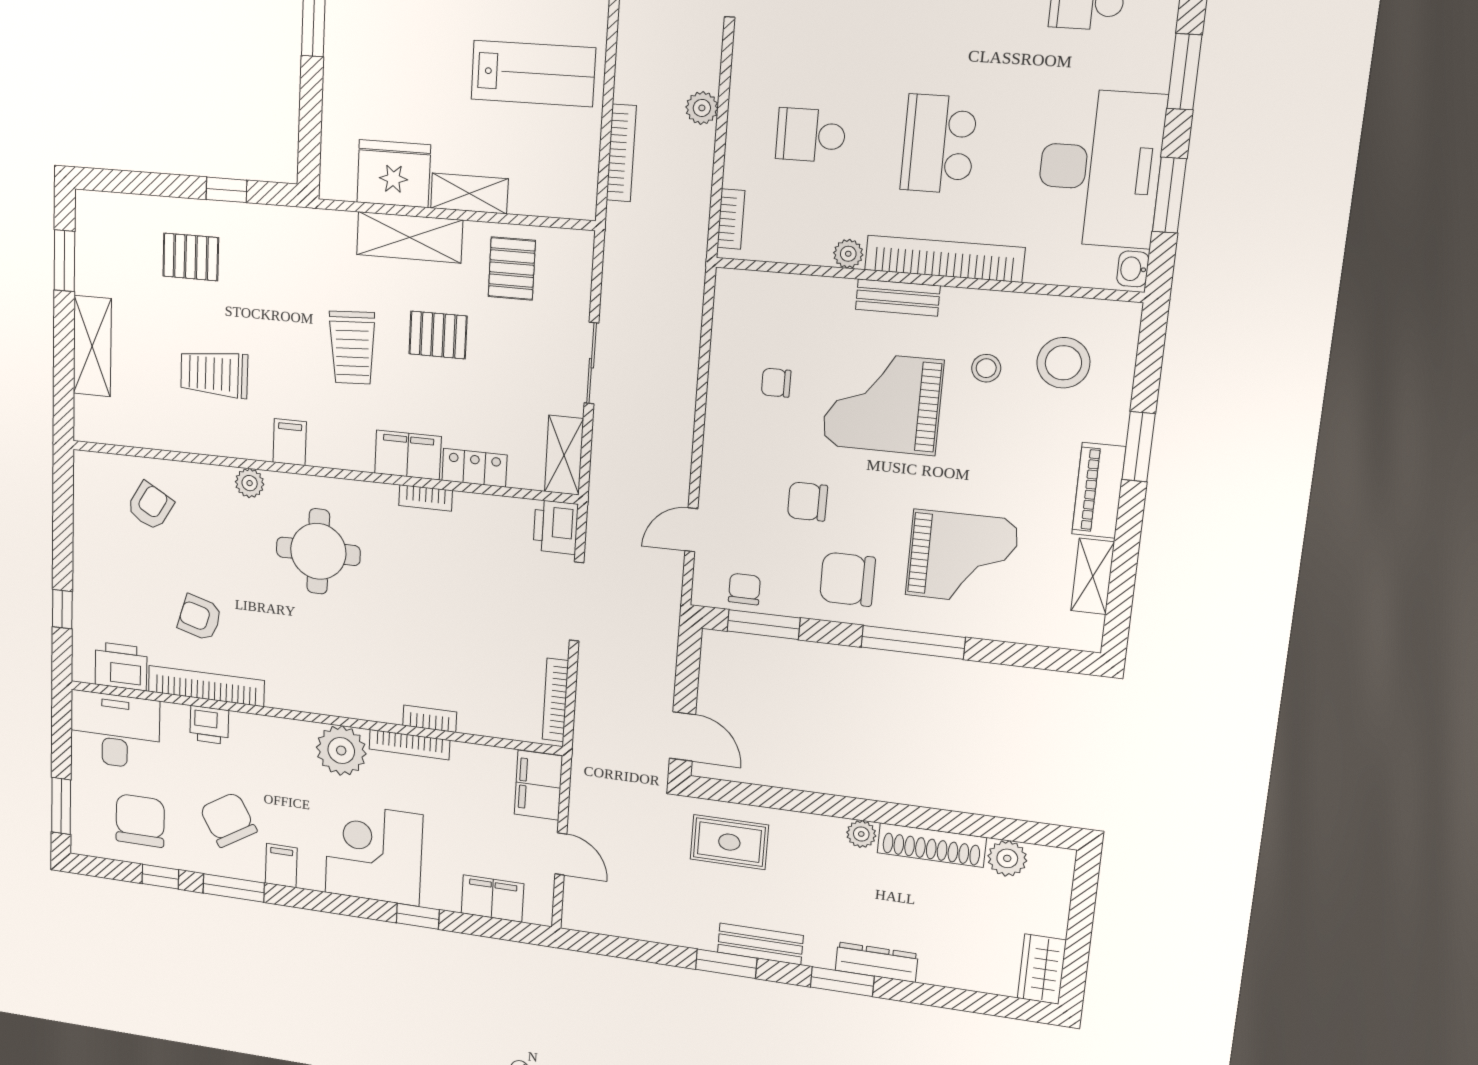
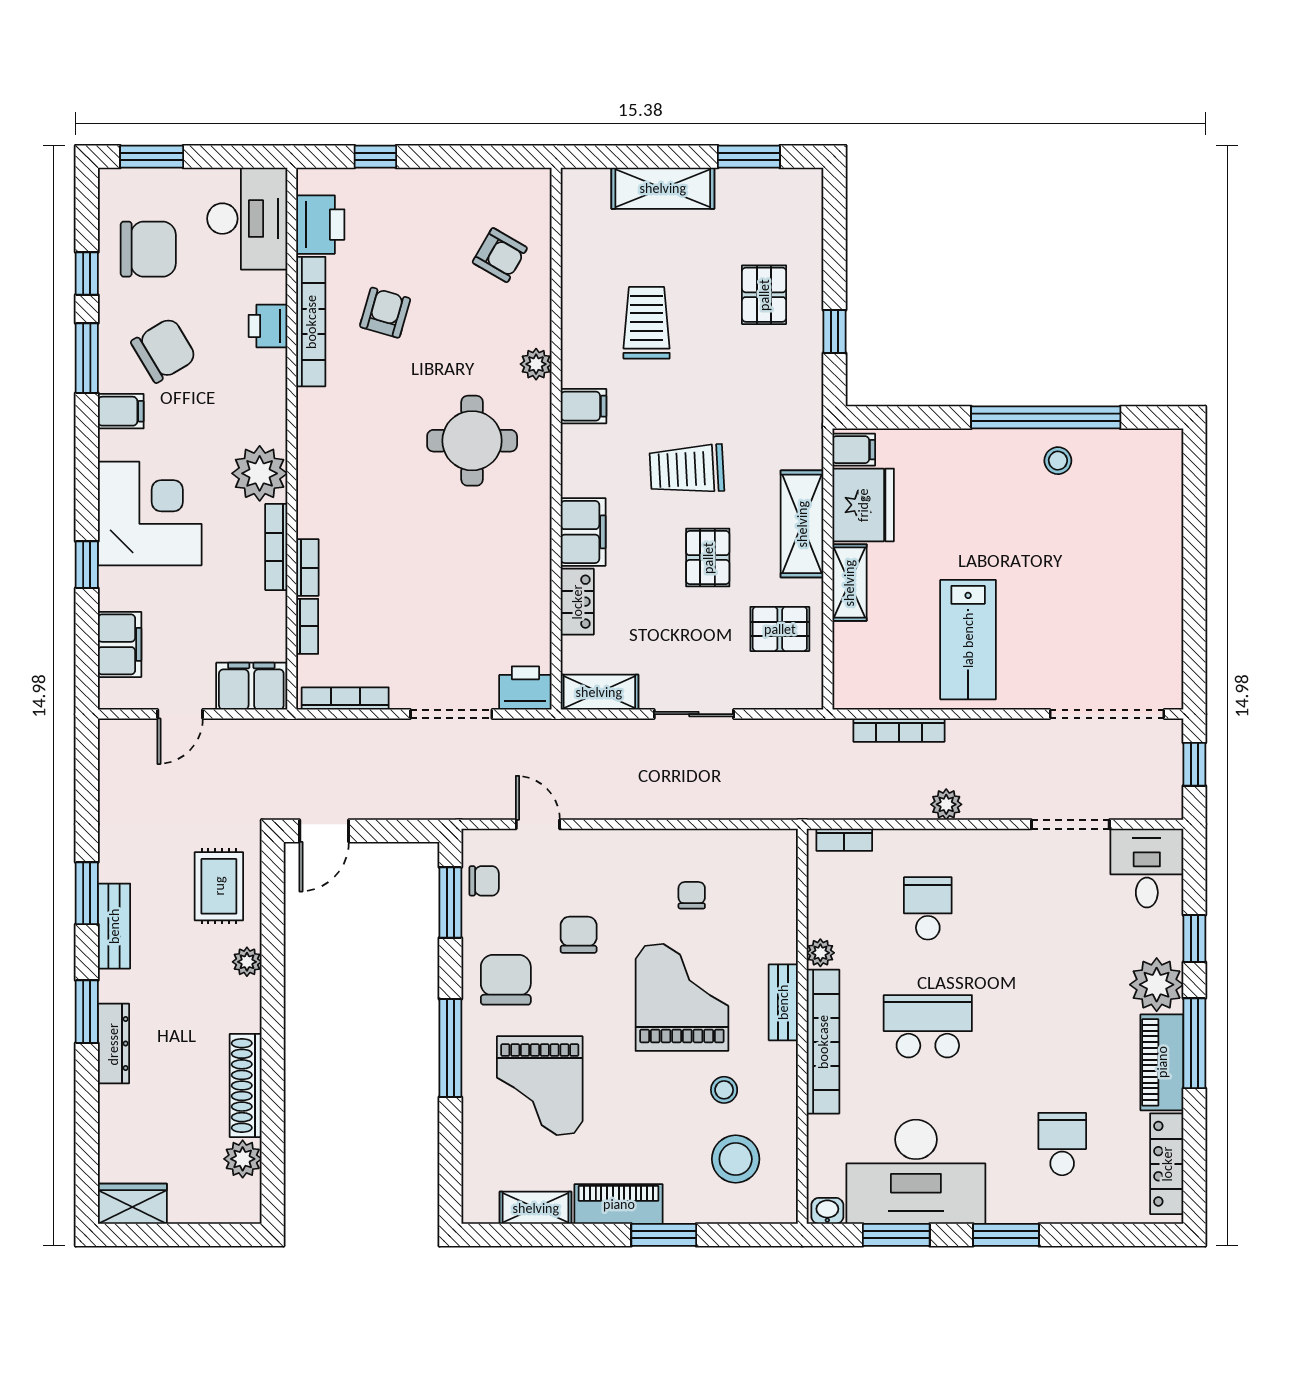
filing cabinet: (340, 179) -> (854, 450), added
bookcase: (426, 498) -> (307, 626), moved, turned 180
plant: (861, 834) -> (247, 962), moved

